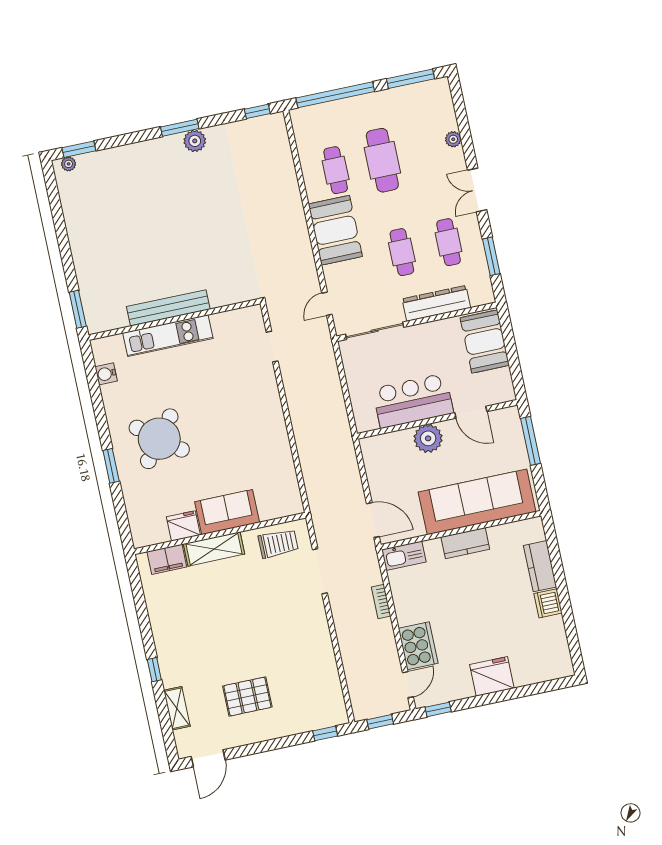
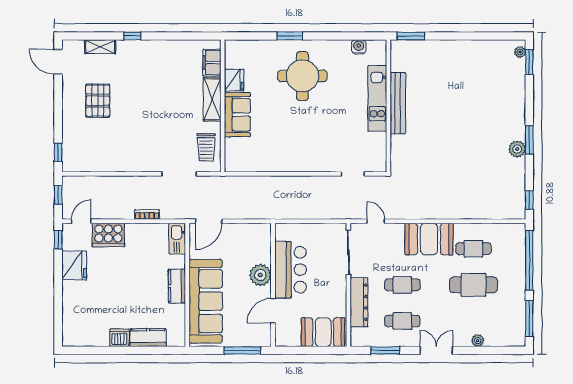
round table: (159, 439) -> (302, 76), turned -38
fridge: (492, 676) -> (74, 265), moved
door: (408, 685) -> (81, 221), swing flipped

